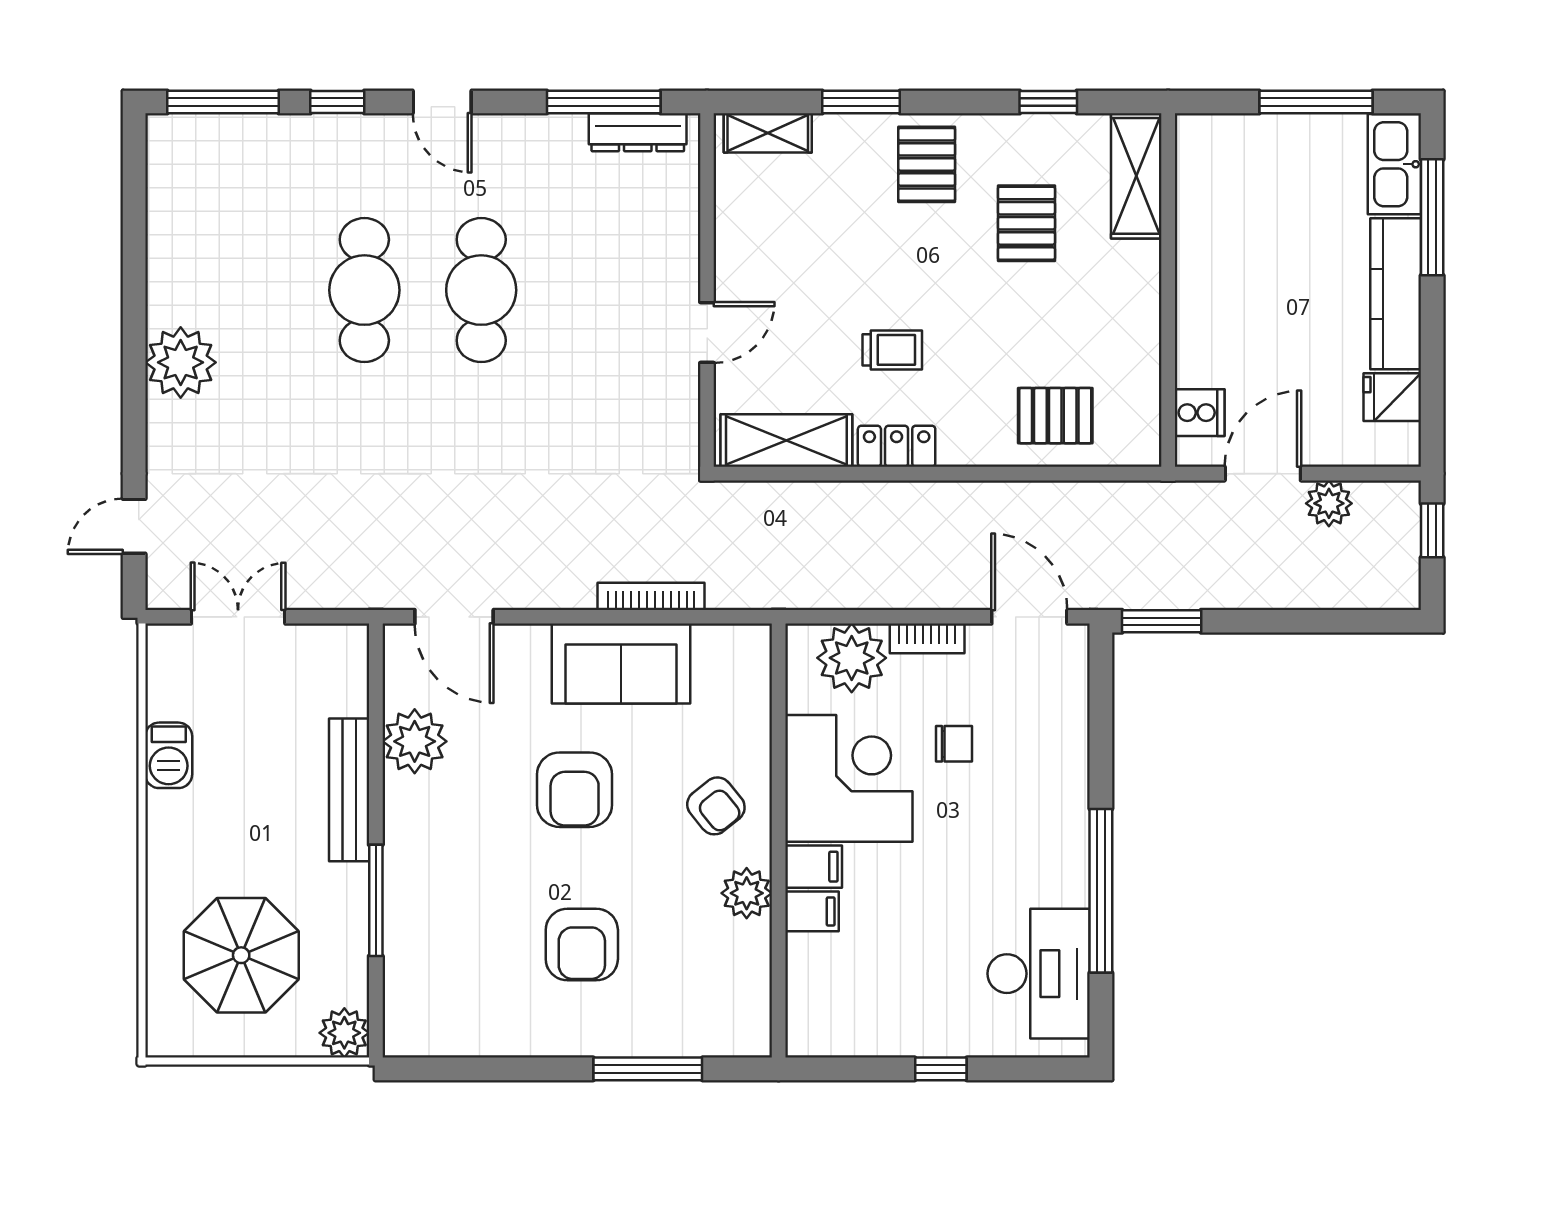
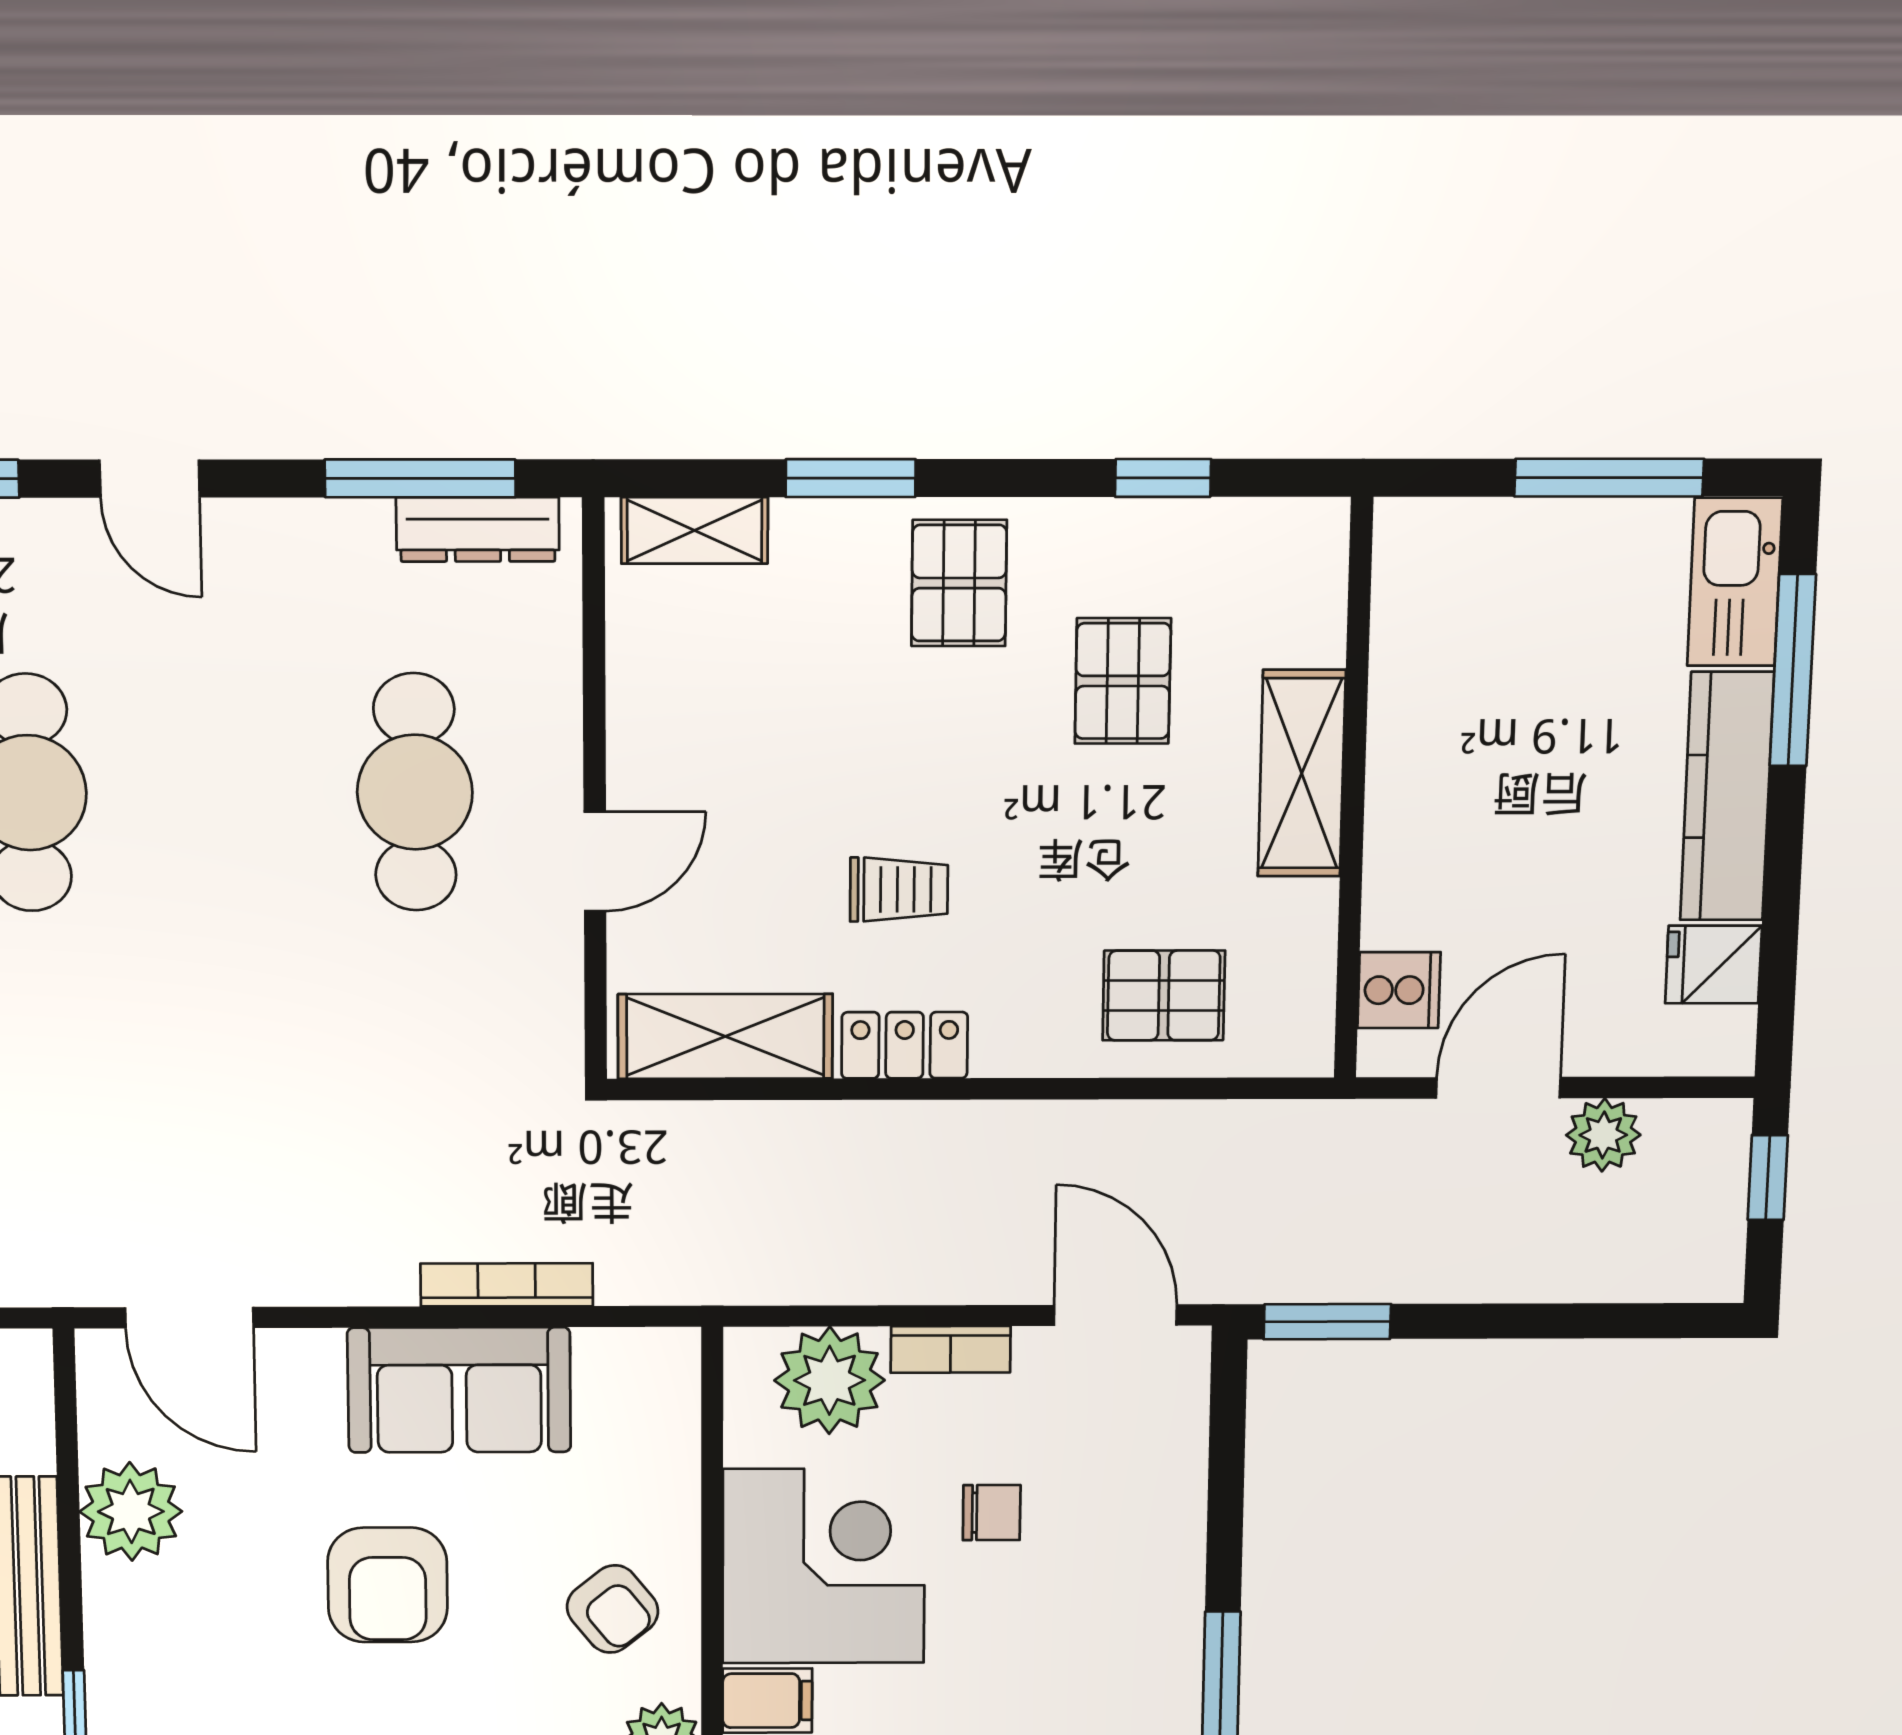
shelving: (1136, 176) -> (1302, 773), moved
cafe table: (481, 290) -> (415, 792), moved

